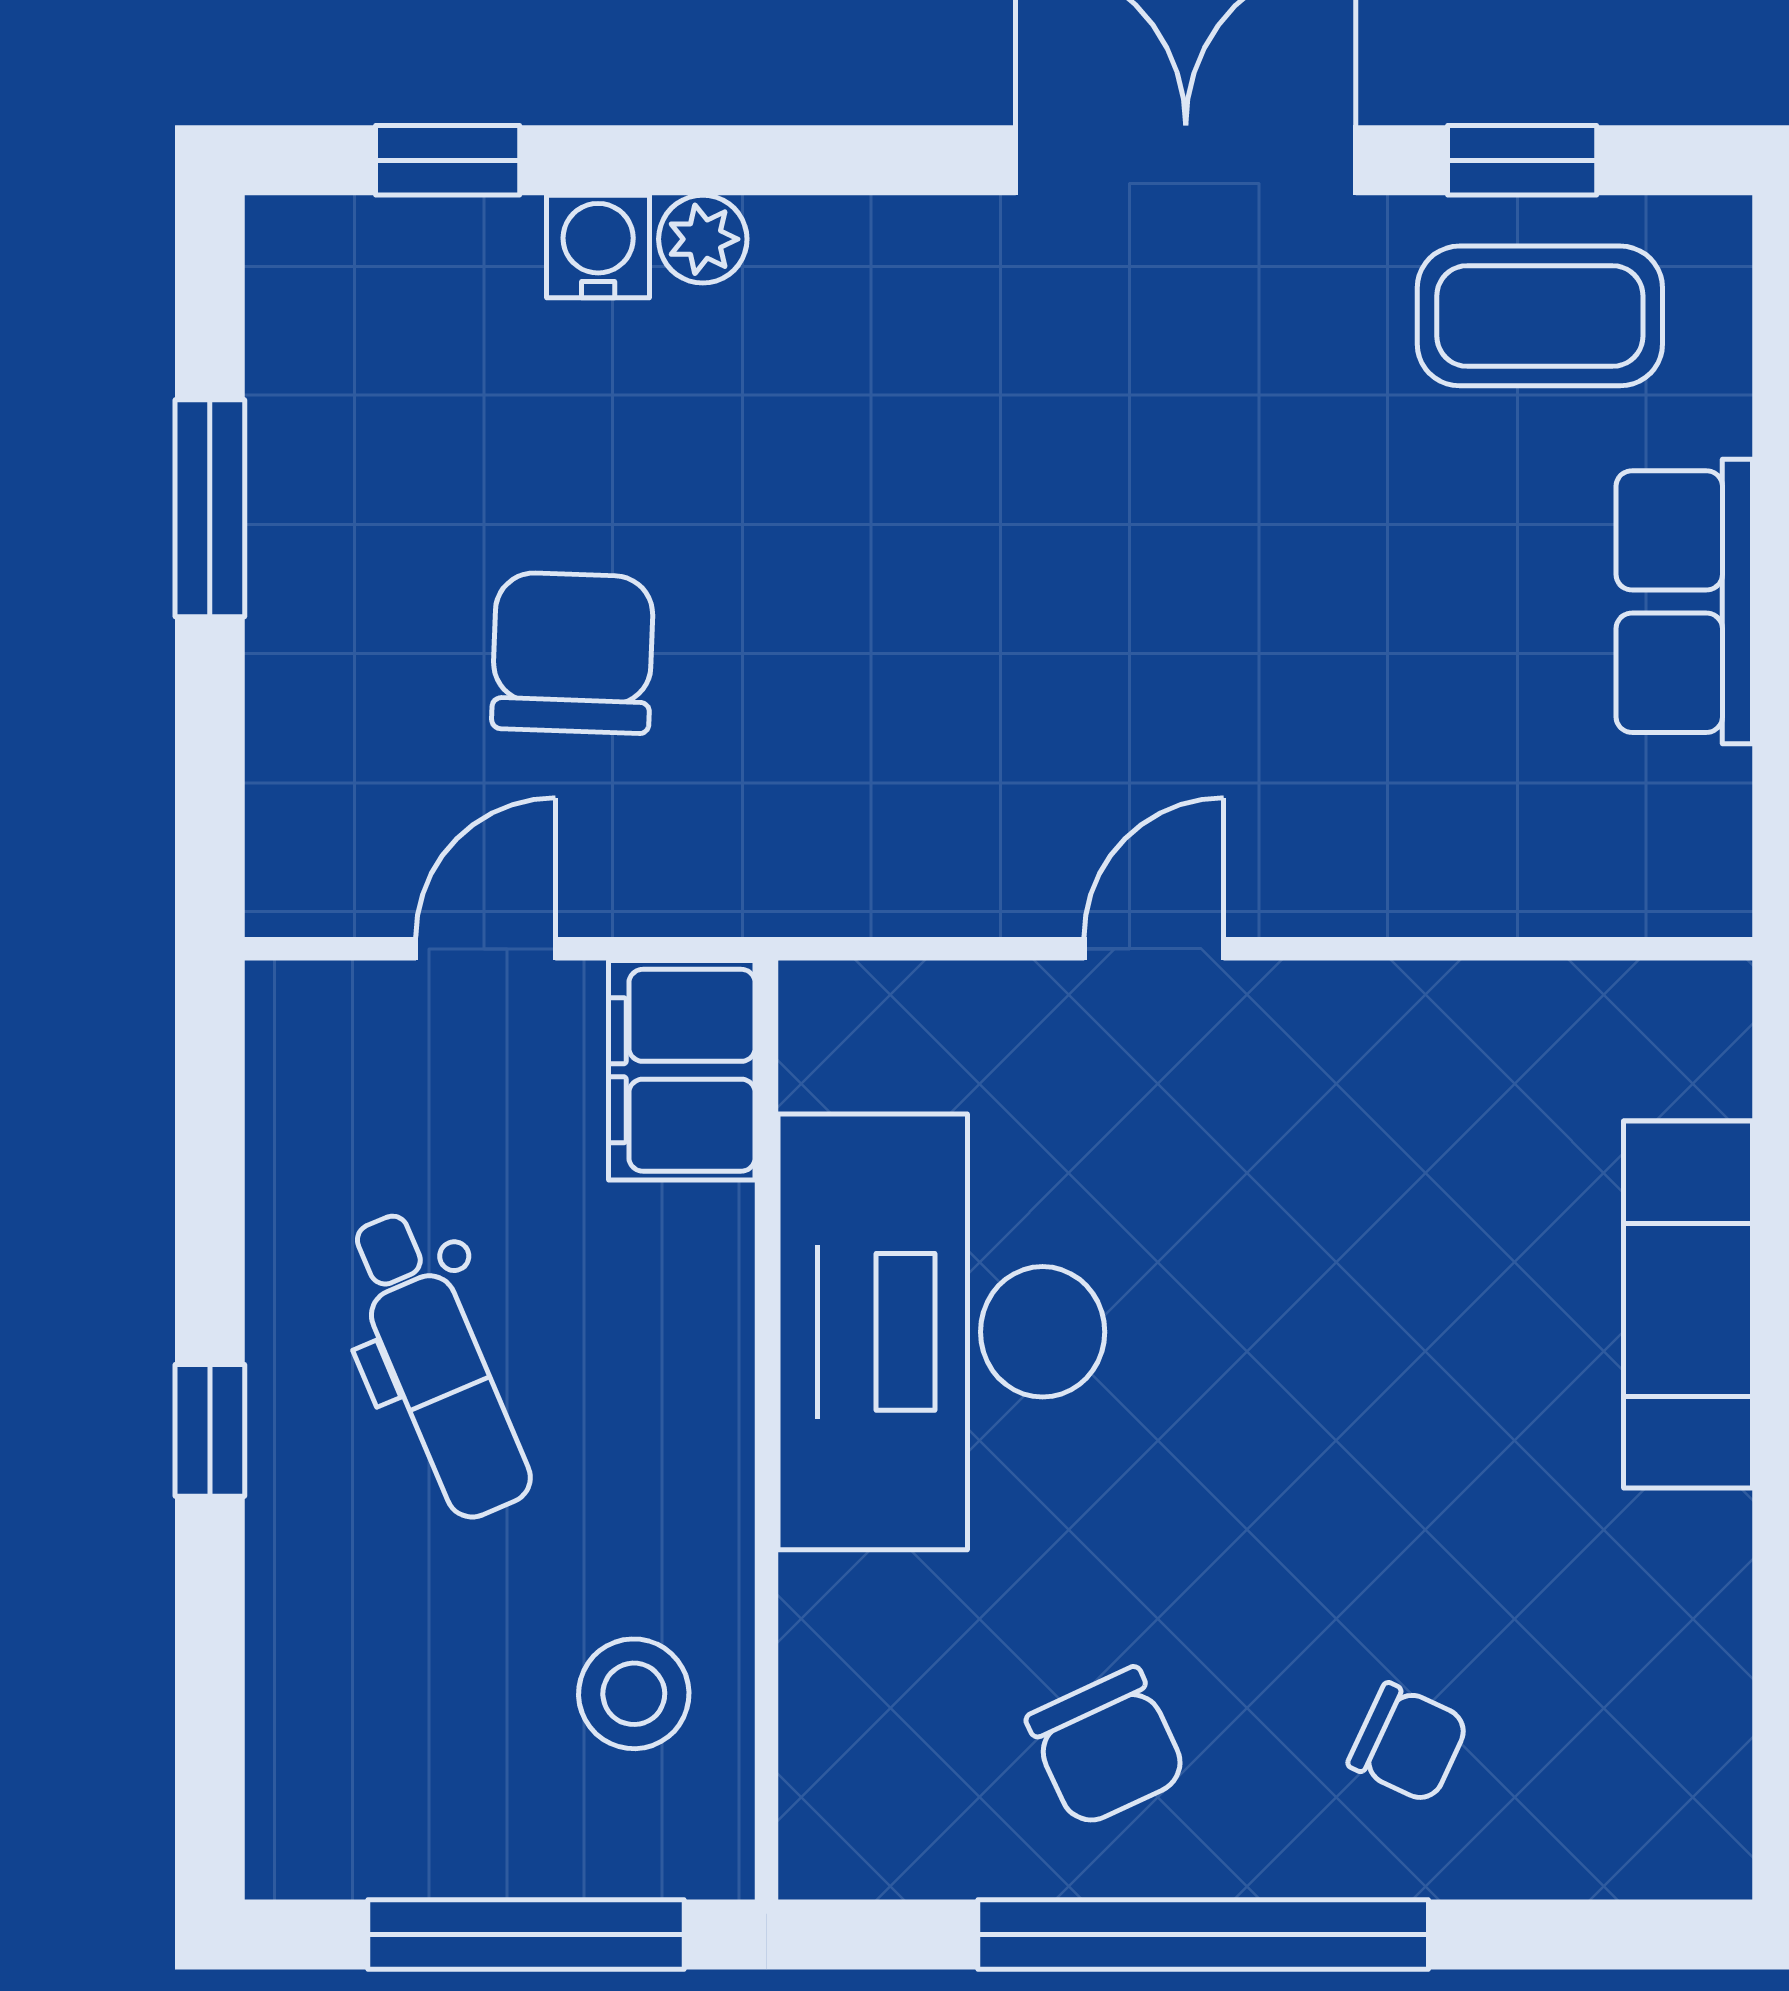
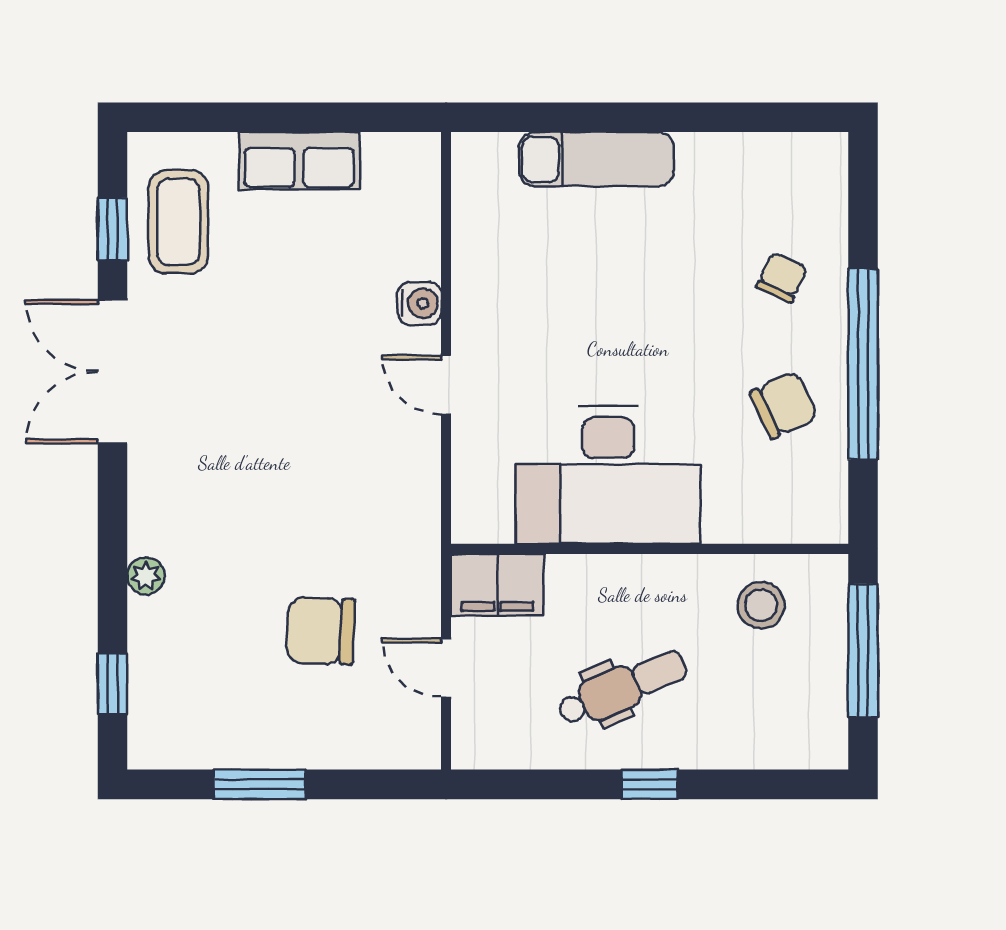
water cooler: (598, 246) -> (419, 303), moved, turned 180

